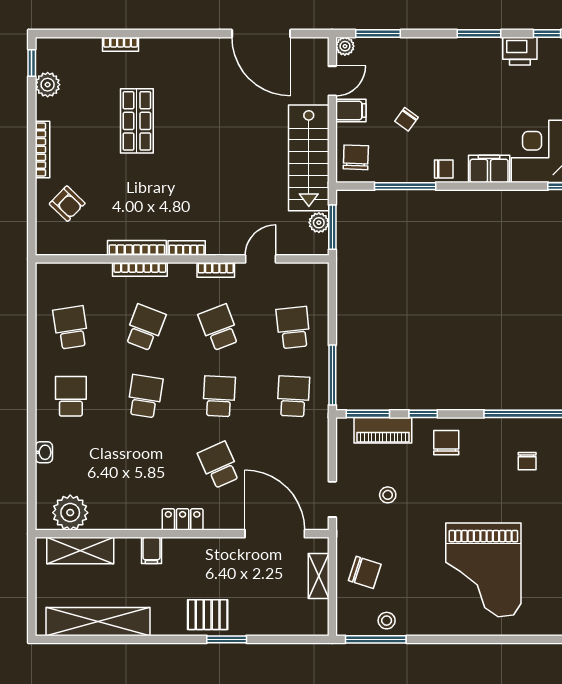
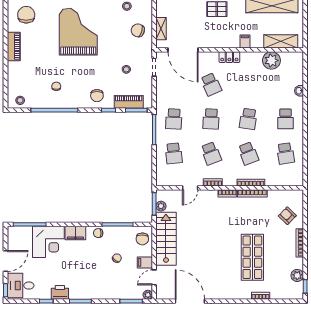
shop shelf: (137, 121) -> (252, 257), width x1.43, depth x1.36
school desk: (145, 328) -> (248, 153), turned -42
plant: (70, 513) -> (271, 60), moved

